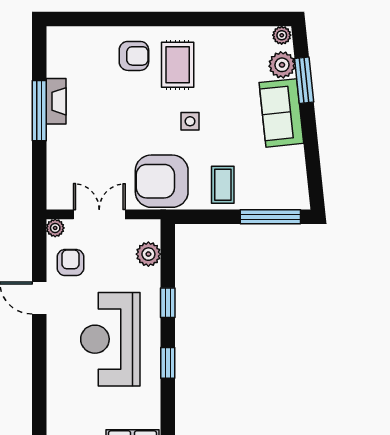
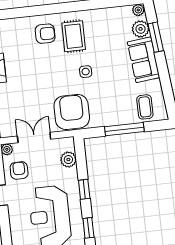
armchair: (162, 181) -> (72, 112), turned 90
coffee table: (223, 185) -> (145, 107), moved
window: (270, 217) -> (124, 129), moved

